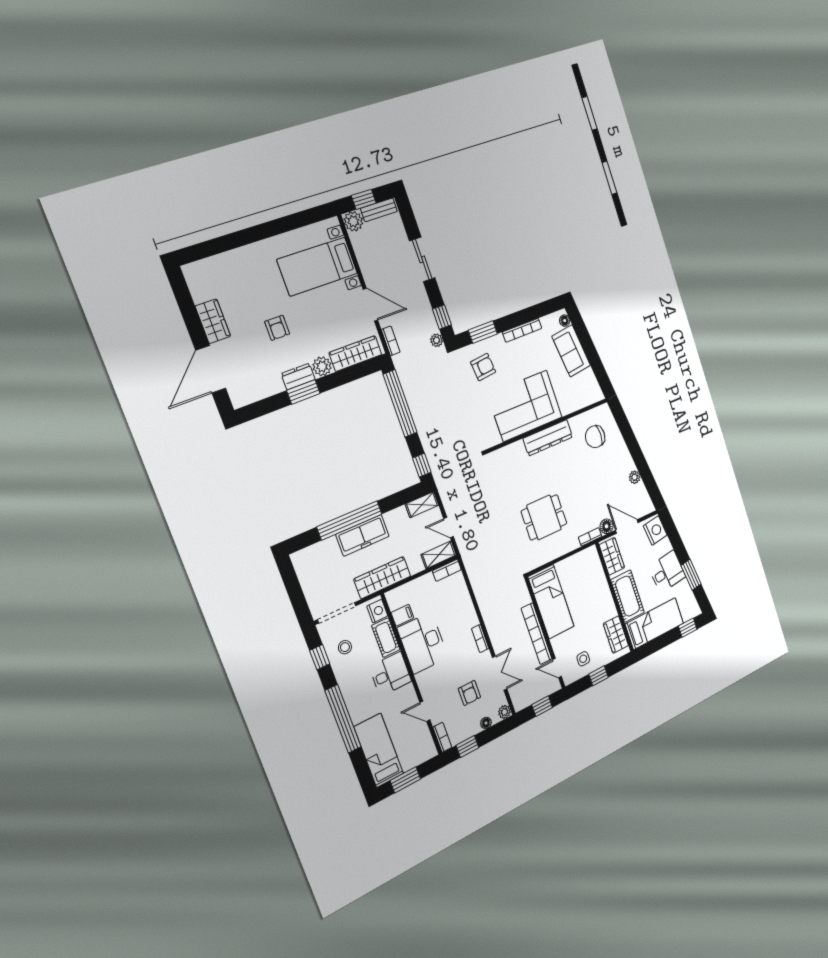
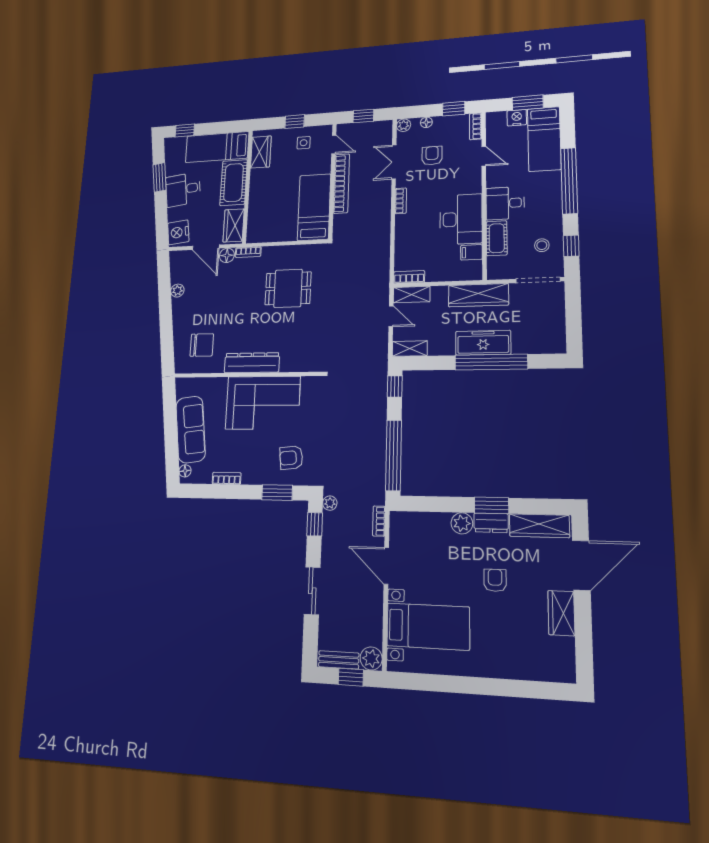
bookcase: (522, 330) -> (227, 478), width x0.64
sofa: (571, 351) -> (191, 429), width x1.36
wardrobe: (355, 354) -> (539, 526), moved
nightstand: (377, 611) -> (517, 118), moved, turned 90

